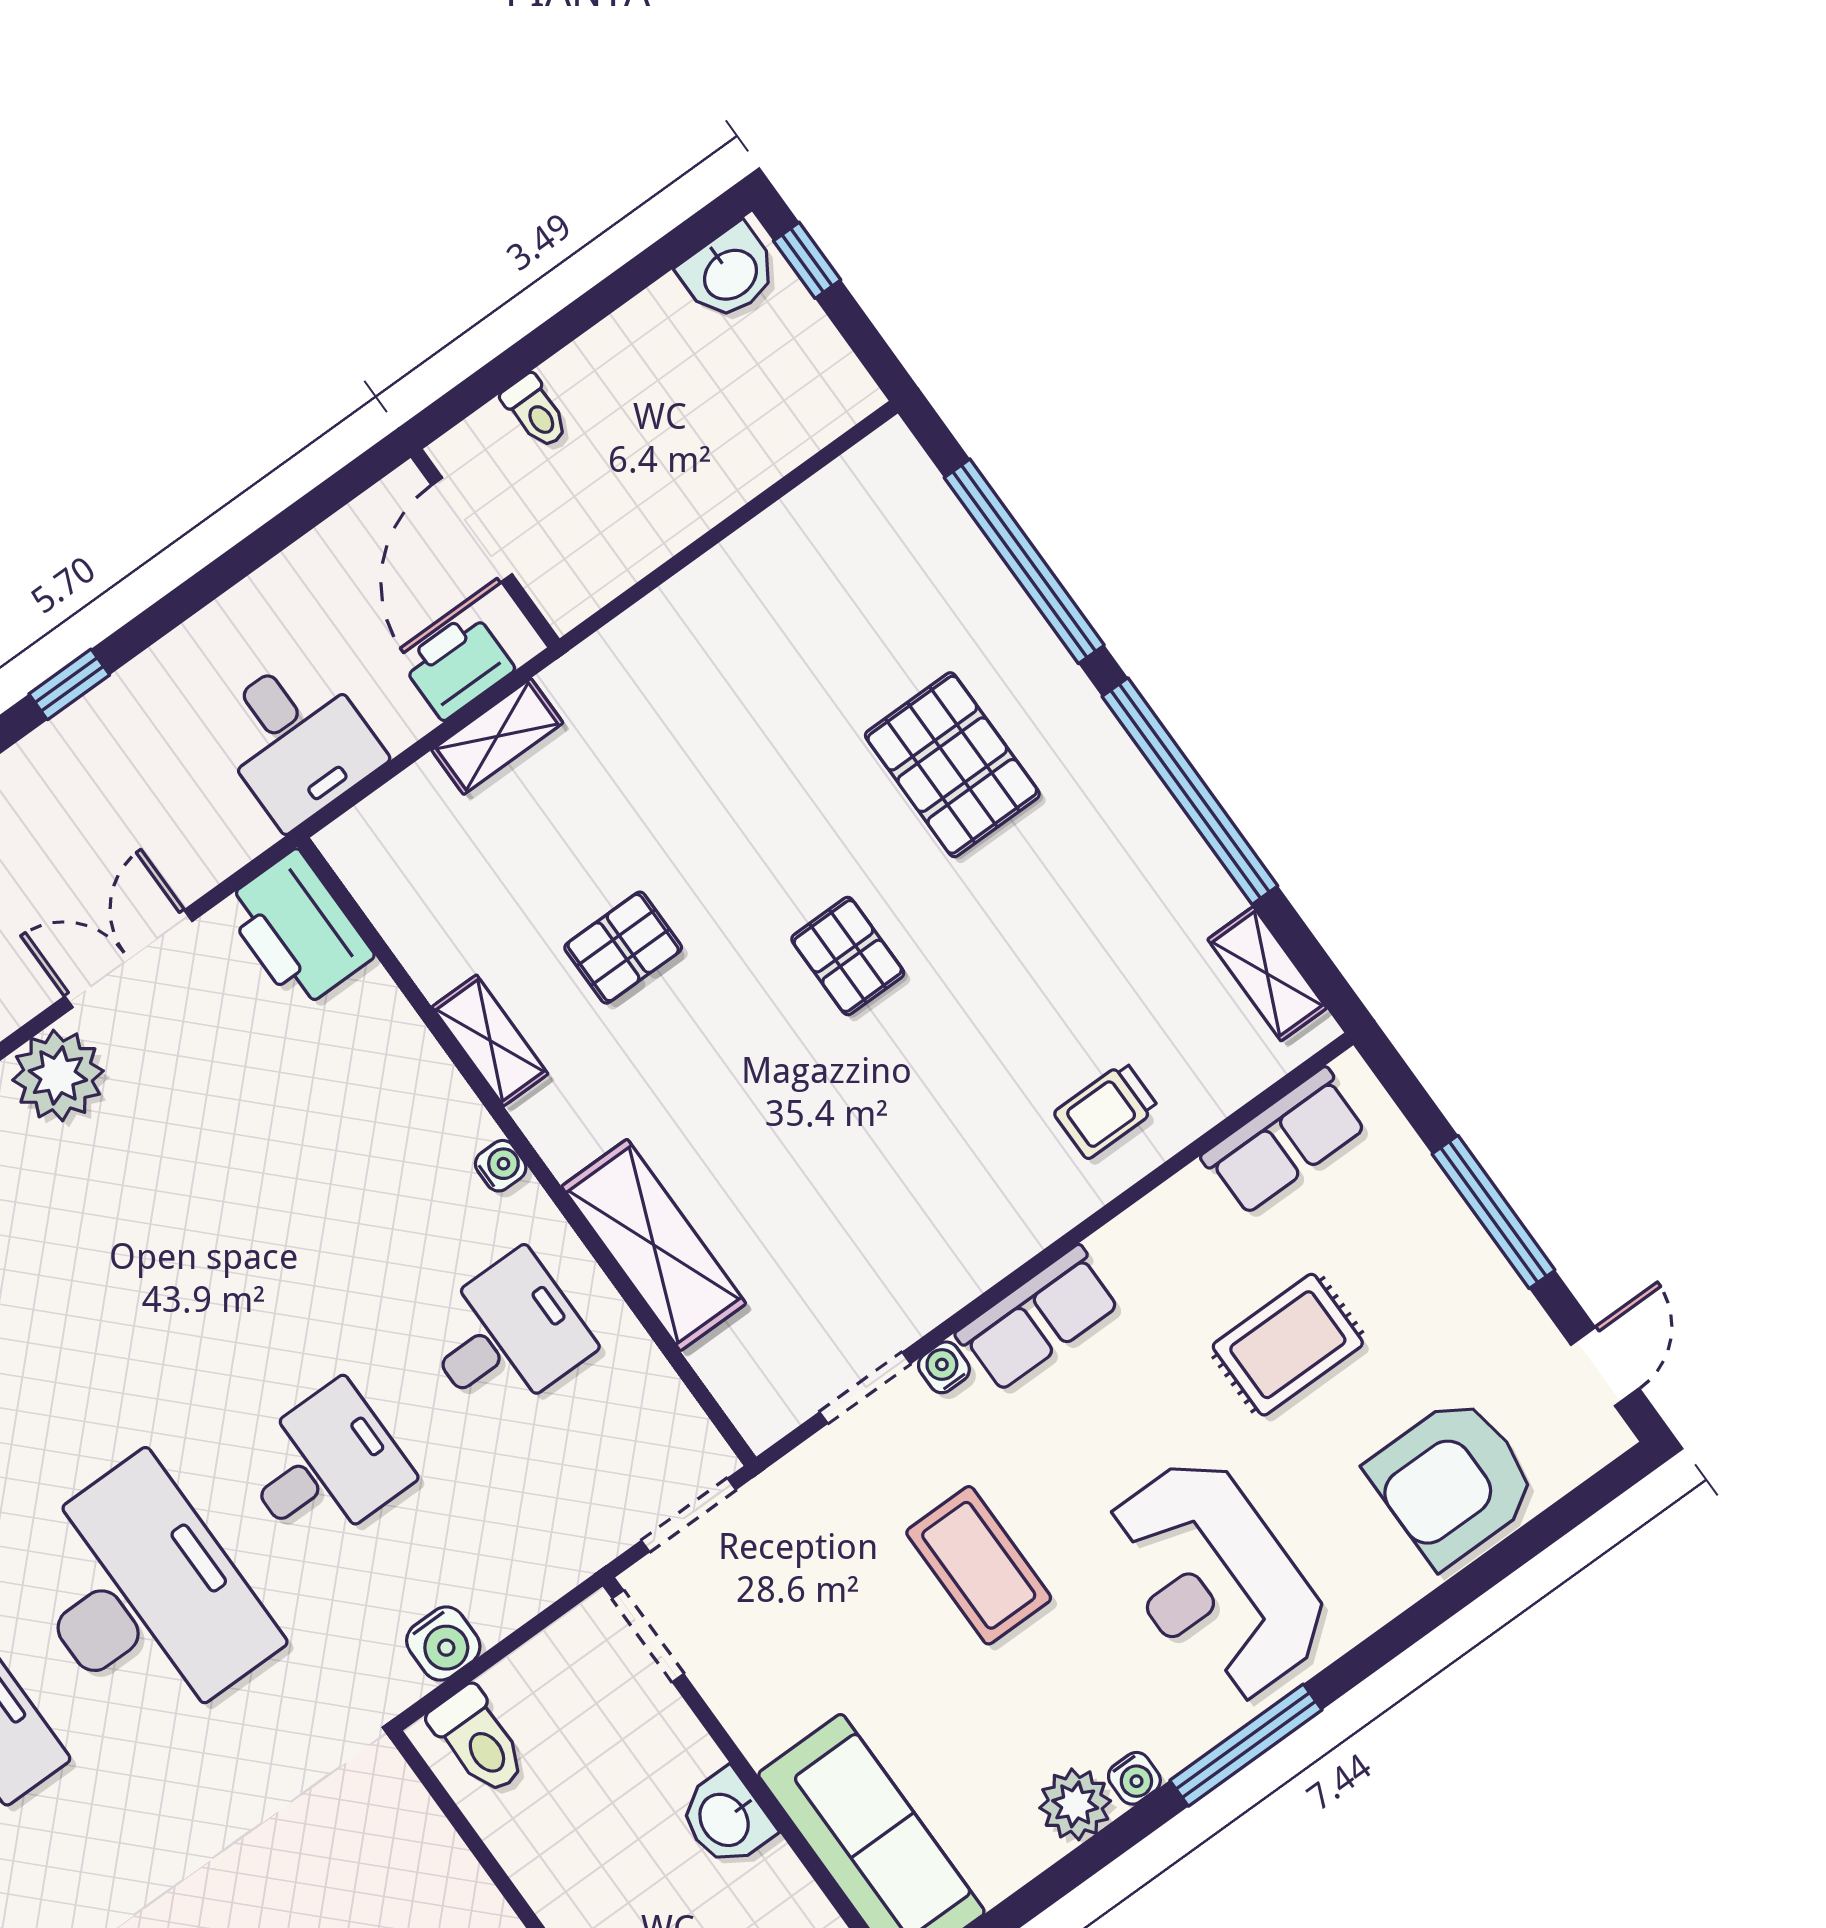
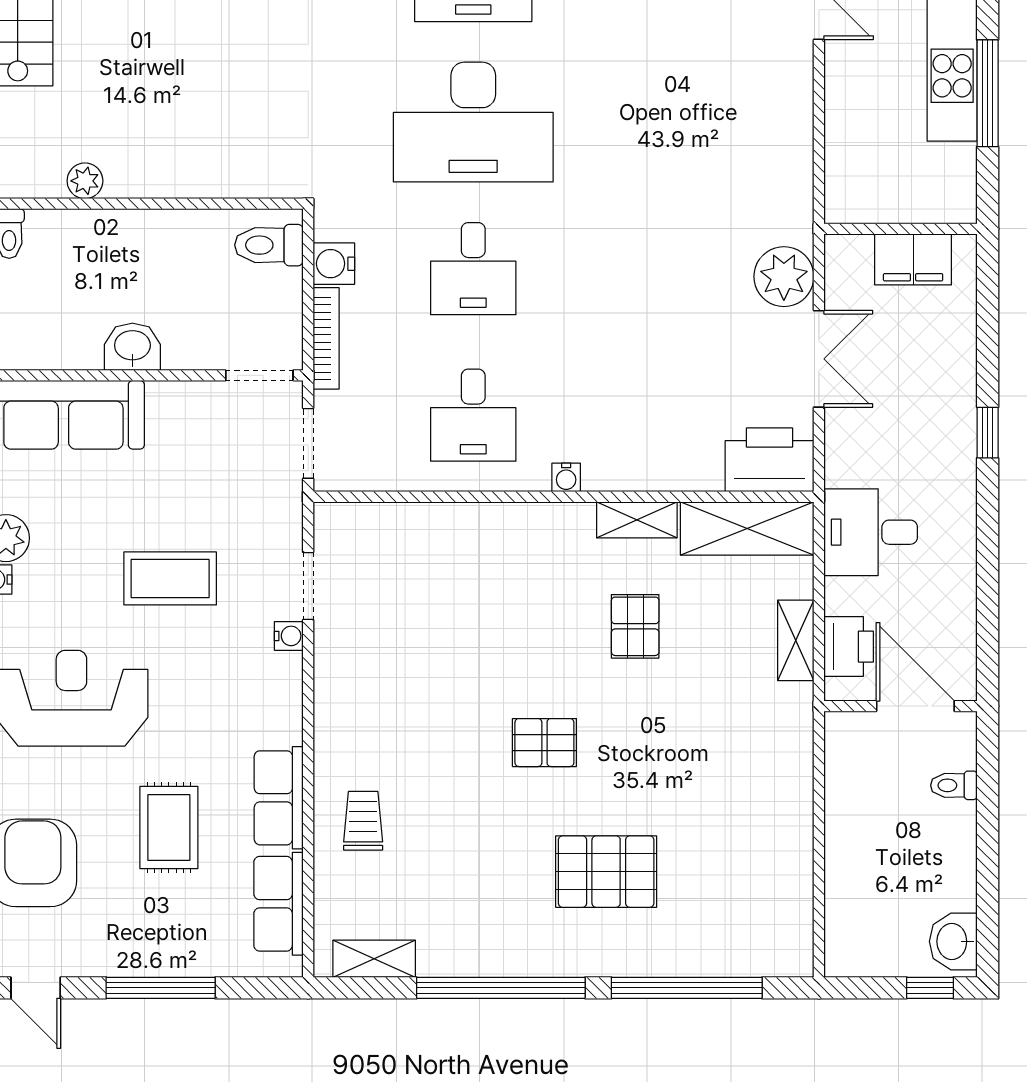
shelving: (654, 1245) -> (747, 528), moved
row of seats: (1038, 1318) -> (279, 798), moved
bookcase: (543, 1586) -> (326, 338), added

